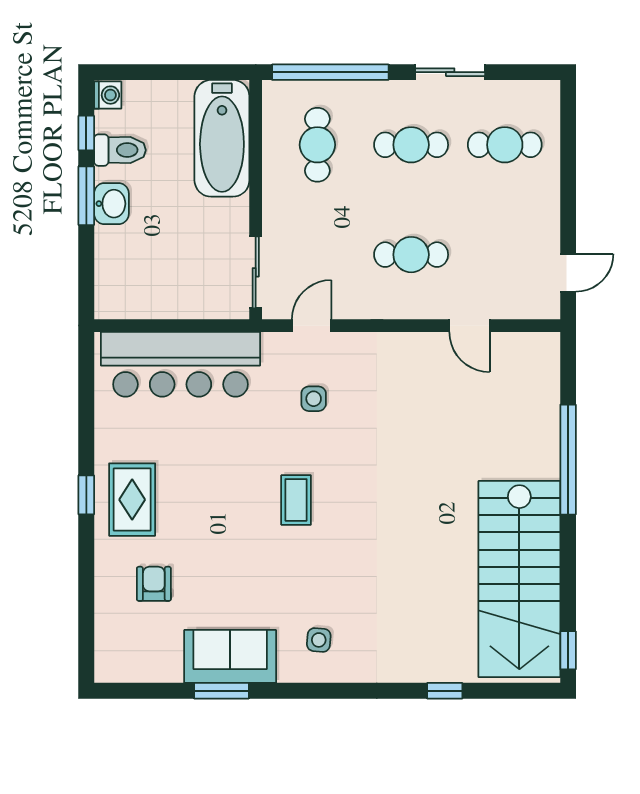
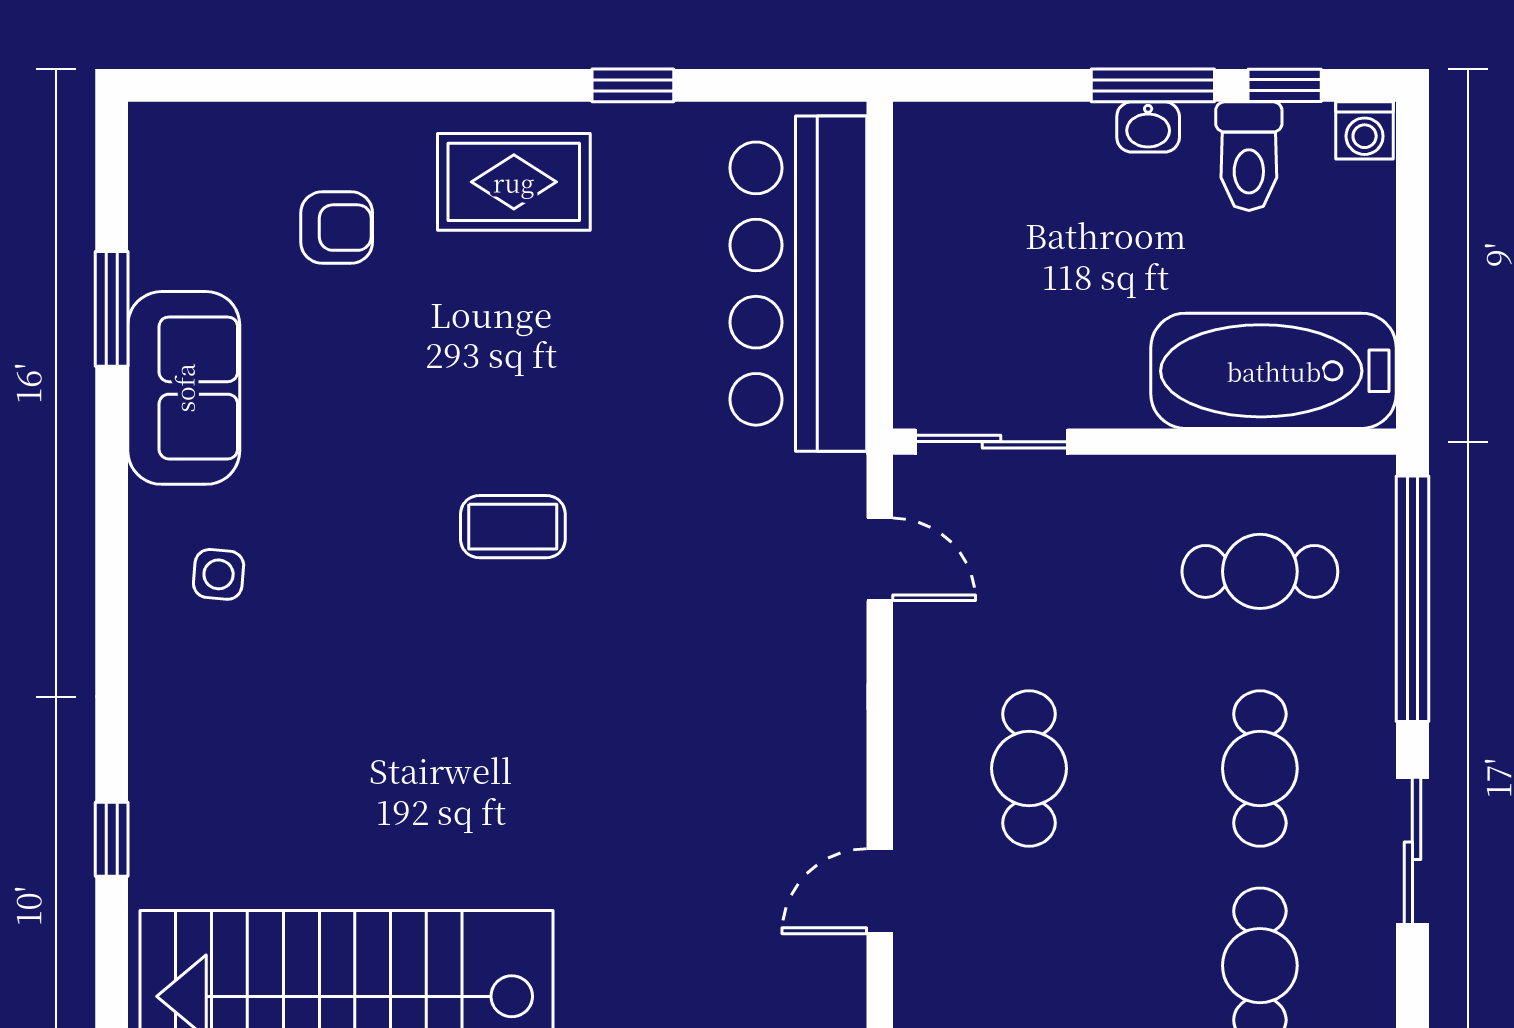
washbasin: (111, 204) -> (1148, 127), width x0.72, depth x0.69
side table: (314, 399) -> (726, 564), removed
window: (86, 495) -> (633, 85), moved
window: (221, 691) -> (112, 309), moved

